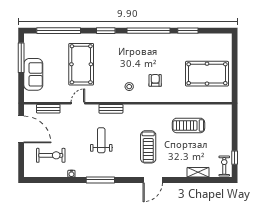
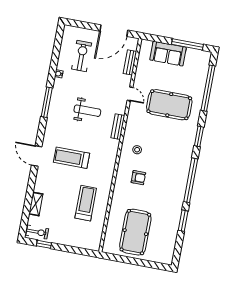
exercise bike: (51, 155) -> (82, 56), turned 180

